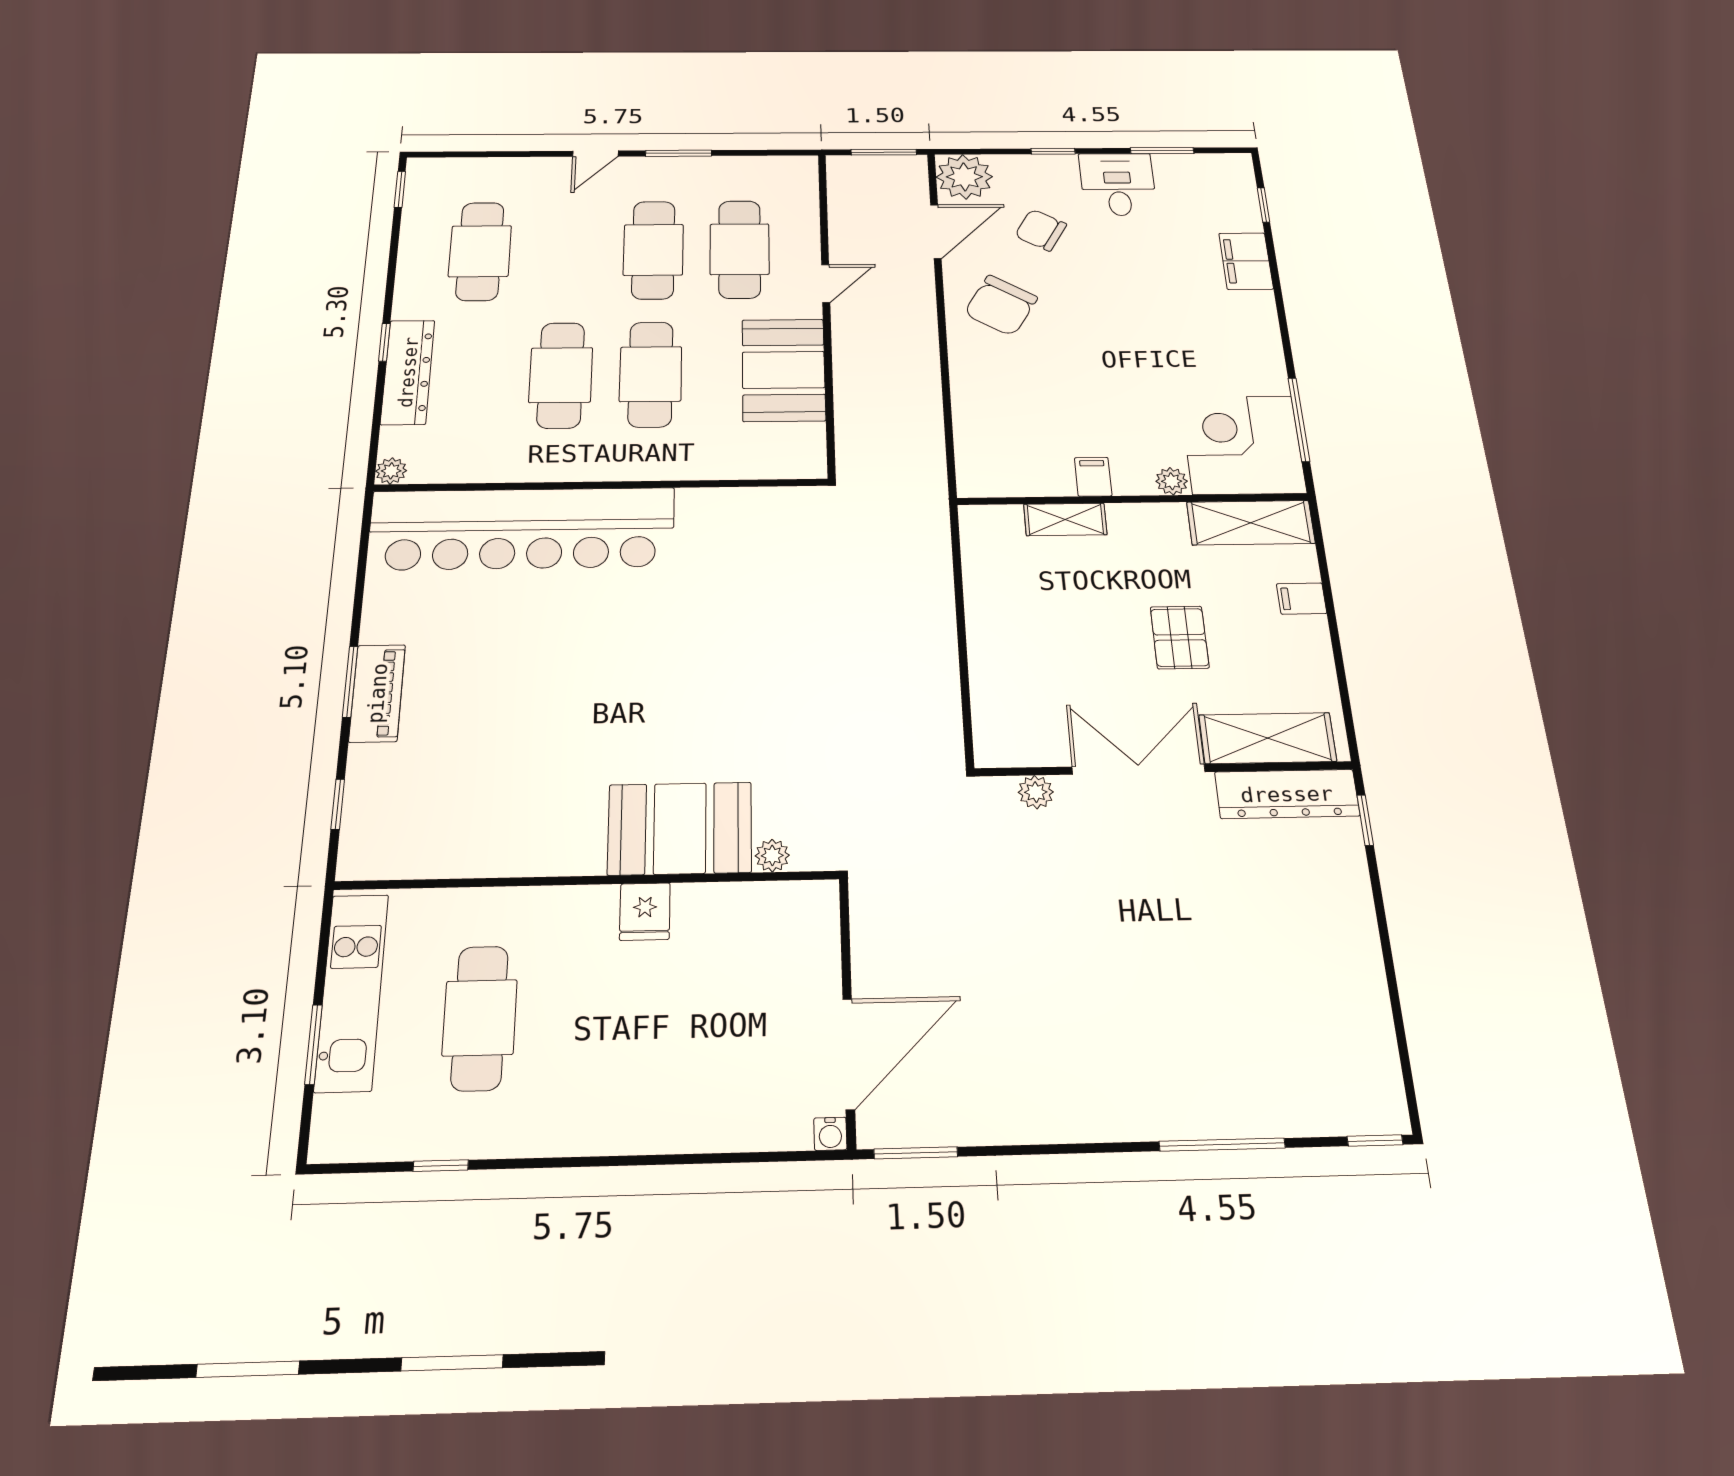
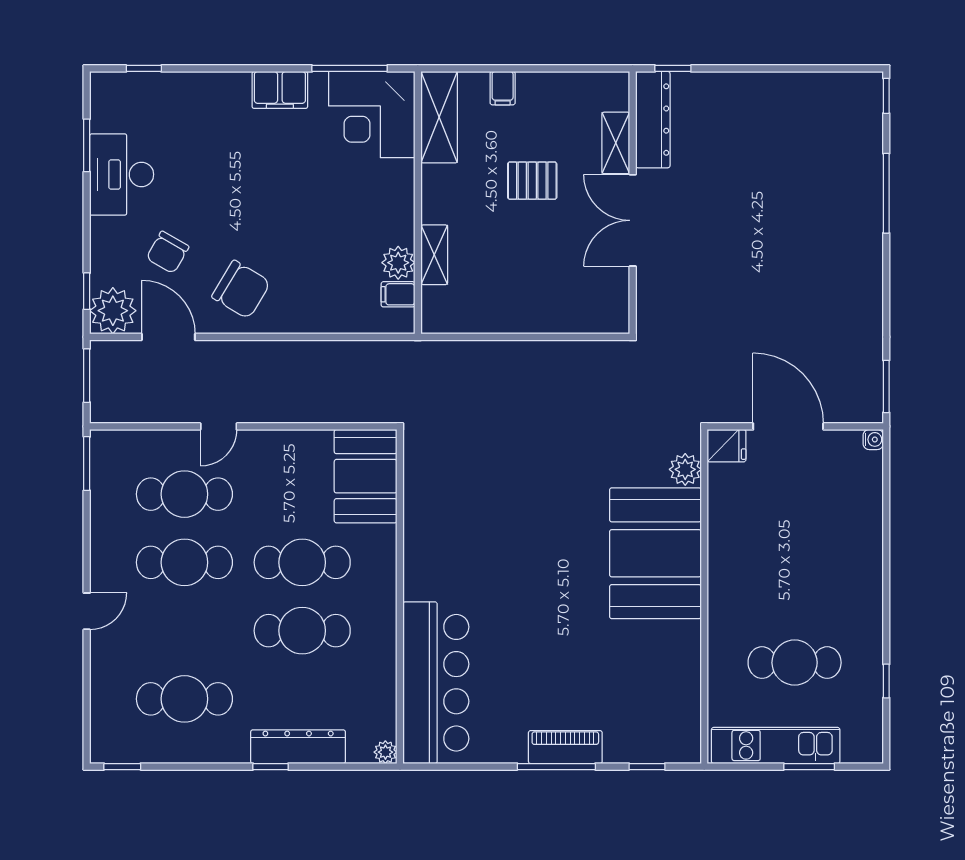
window: (1053, 151) -> (87, 291), moved
window: (679, 153) -> (87, 464), moved
door: (595, 154) -> (87, 611), hinge flipped
desk: (1118, 184) -> (122, 174), width x1.37
filing cabinet: (1246, 261) -> (280, 90), moved
door: (826, 283) -> (219, 426), swing flipped
booth: (784, 370) -> (366, 476), moved, turned 90
filing cabinet: (1093, 477) -> (398, 294), moved
plant: (1172, 481) -> (398, 263), moved, width x1.38, depth x1.38
bar counter: (522, 529) -> (436, 683), width x0.73
window: (350, 682) -> (556, 767), width x1.44
shelving: (1268, 738) -> (616, 143), width x0.67, depth x0.75
plant: (1036, 792) -> (648, 293), removed
booth: (680, 828) -> (655, 553), width x1.36, depth x1.42
plant: (772, 856) -> (685, 469), width x1.38, depth x1.38
fridge: (645, 912) -> (727, 446), moved
door: (849, 1054) -> (788, 426), moved

